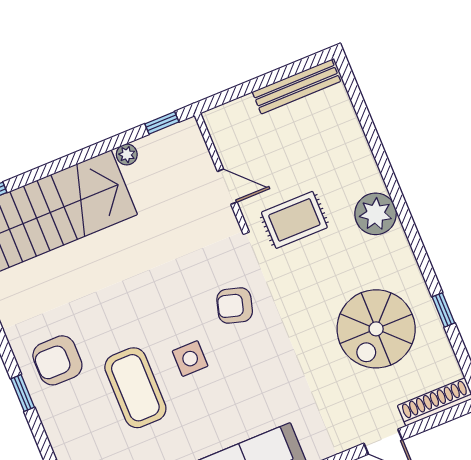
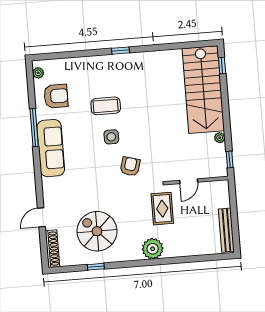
armchair: (57, 360) -> (131, 72), removed
coffee table: (135, 388) -> (106, 106), width x0.73, depth x0.76

